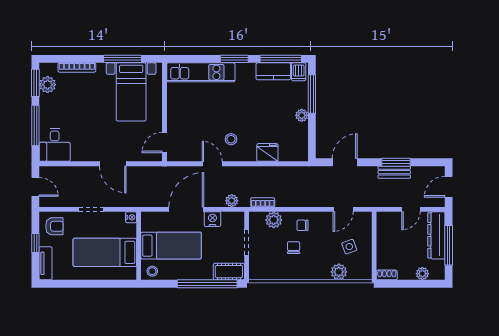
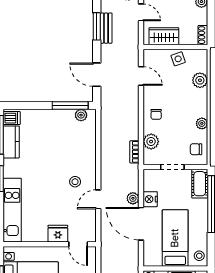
window: (312, 94) -> (70, 106), moved
plant: (302, 115) -> (81, 115), moved
fridge: (267, 152) -> (58, 234), moved, turned 90
plant: (232, 201) -> (133, 198), moved
wardrobe: (386, 234) -> (164, 36), added
side table: (349, 247) -> (178, 59), moved
chair: (294, 248) -> (196, 149), moved
plant: (293, 274) -> (202, 123), added

